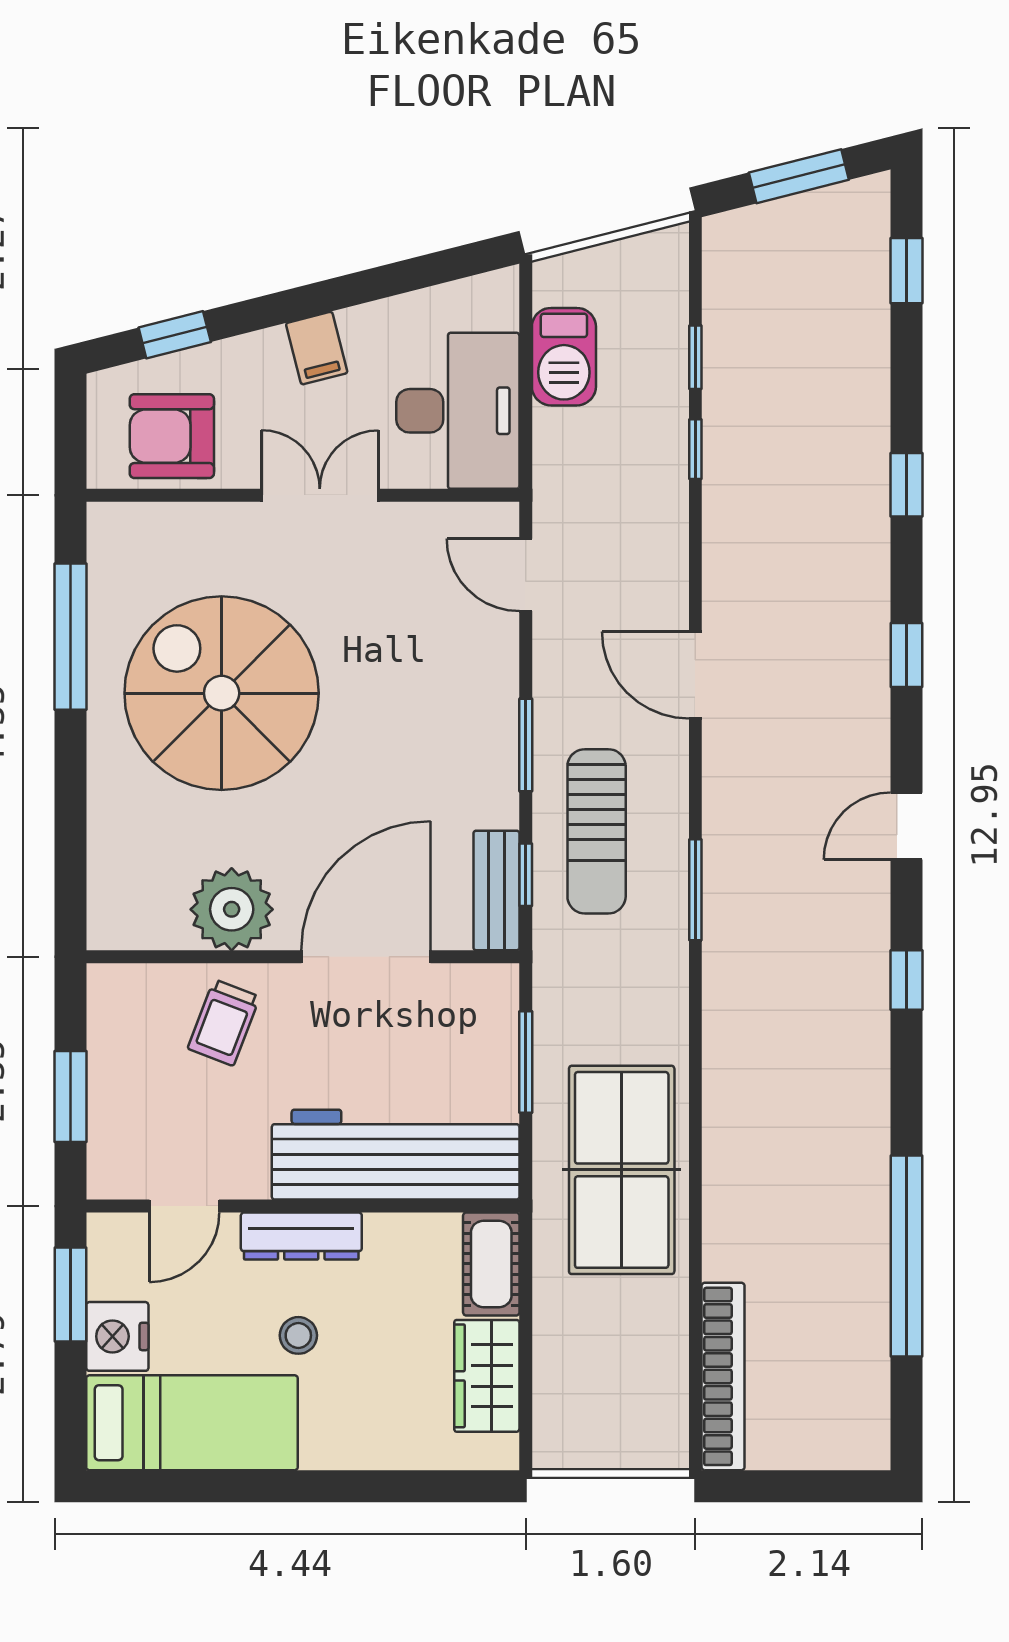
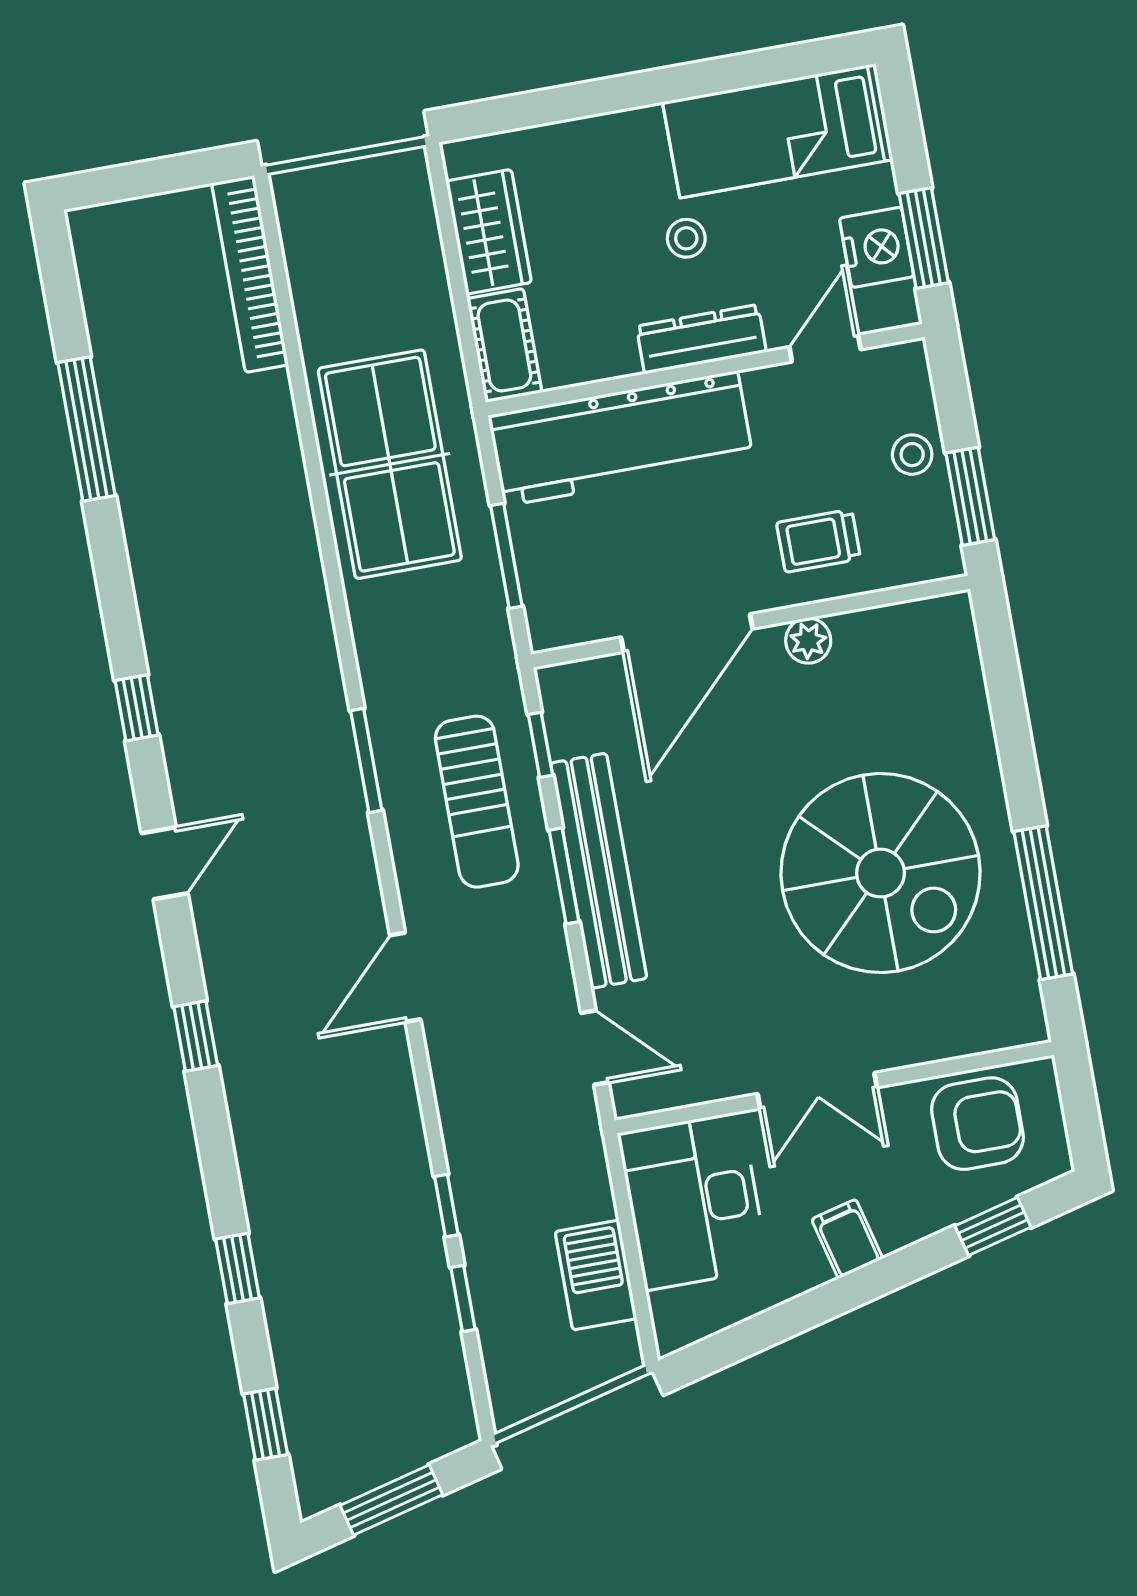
window: (907, 485) -> (238, 1268), moved
door: (695, 675) -> (405, 977), swing flipped
sun lounger: (597, 831) -> (477, 802), turned 180
bench: (496, 890) -> (599, 871), moved, width x1.86, depth x1.21
plant: (232, 909) -> (808, 641), width x0.53, depth x0.53
trolley: (224, 1023) -> (819, 541), turned -111
stool: (119, 1089) -> (912, 455), added
window: (71, 1096) -> (970, 496), moved
window: (907, 1256) -> (86, 429), width x0.68
nightstand: (117, 1336) -> (877, 247), moved

